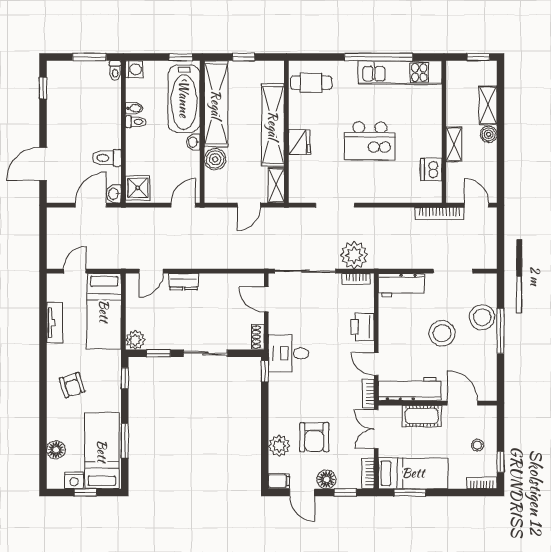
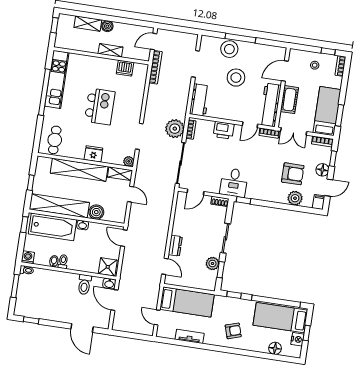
plant: (296, 195) -> (129, 161), added
plant: (135, 340) -> (212, 263), moved
window: (125, 441) -> (276, 301), width x2.11

